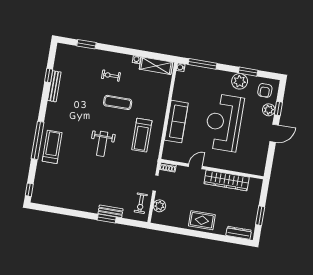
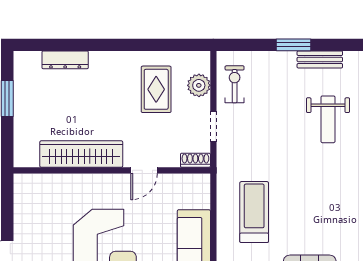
weight bench: (102, 144) -> (328, 119), moved, turned 180
bench: (111, 211) -> (320, 59), moved
rug: (202, 220) -> (156, 89), moved, turned 90
dresser: (239, 233) -> (65, 60), moved

